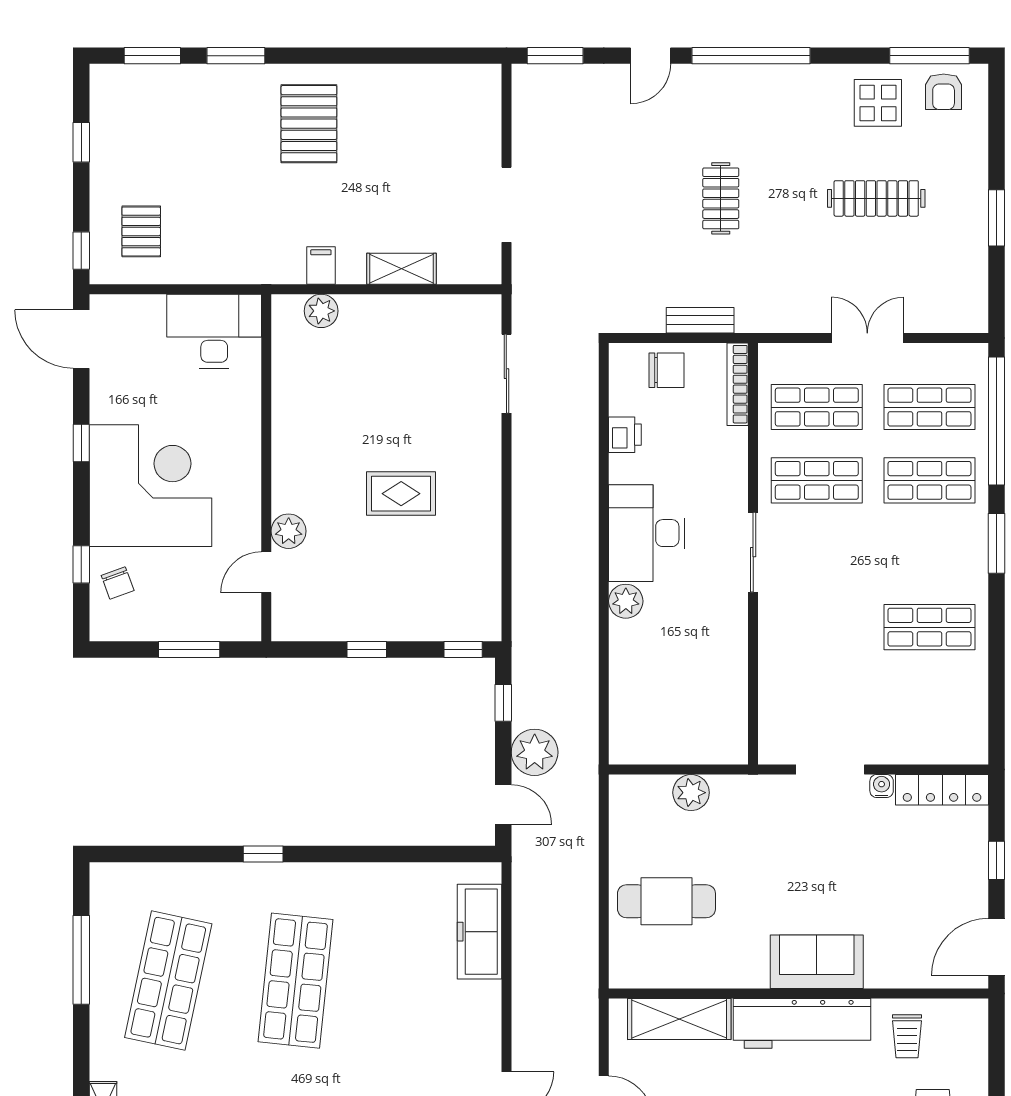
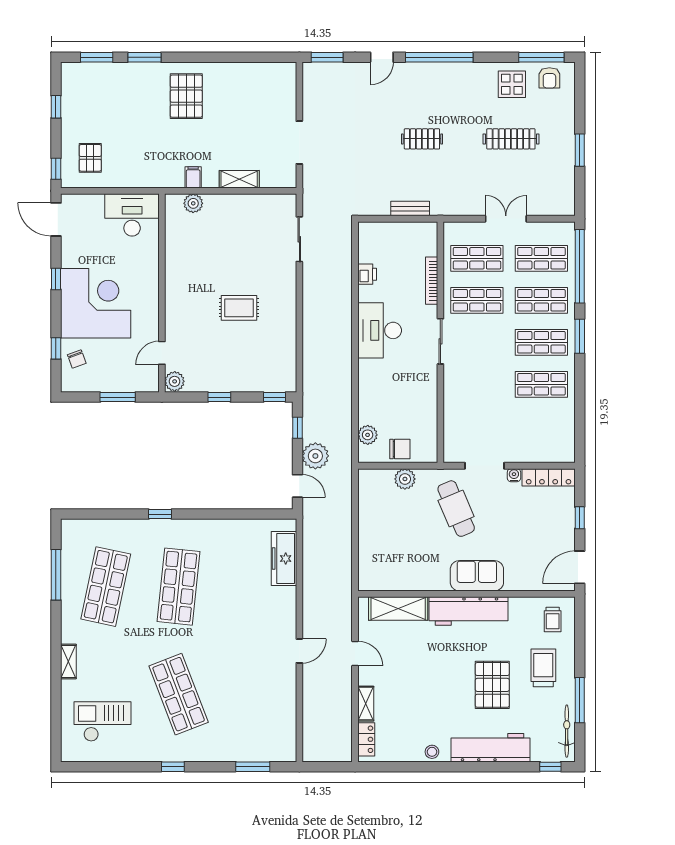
clothes rail: (721, 198) -> (422, 139), turned 90
chair: (666, 370) -> (400, 449), moved
bookcase: (738, 384) -> (432, 281), moved
plant: (289, 531) -> (175, 381), moved
shop shelf: (929, 554) -> (541, 342), added
plant: (626, 601) -> (368, 435), moved
cafe table: (666, 901) -> (456, 509), moved, turned 67
trolley: (907, 1036) -> (553, 619), moved

